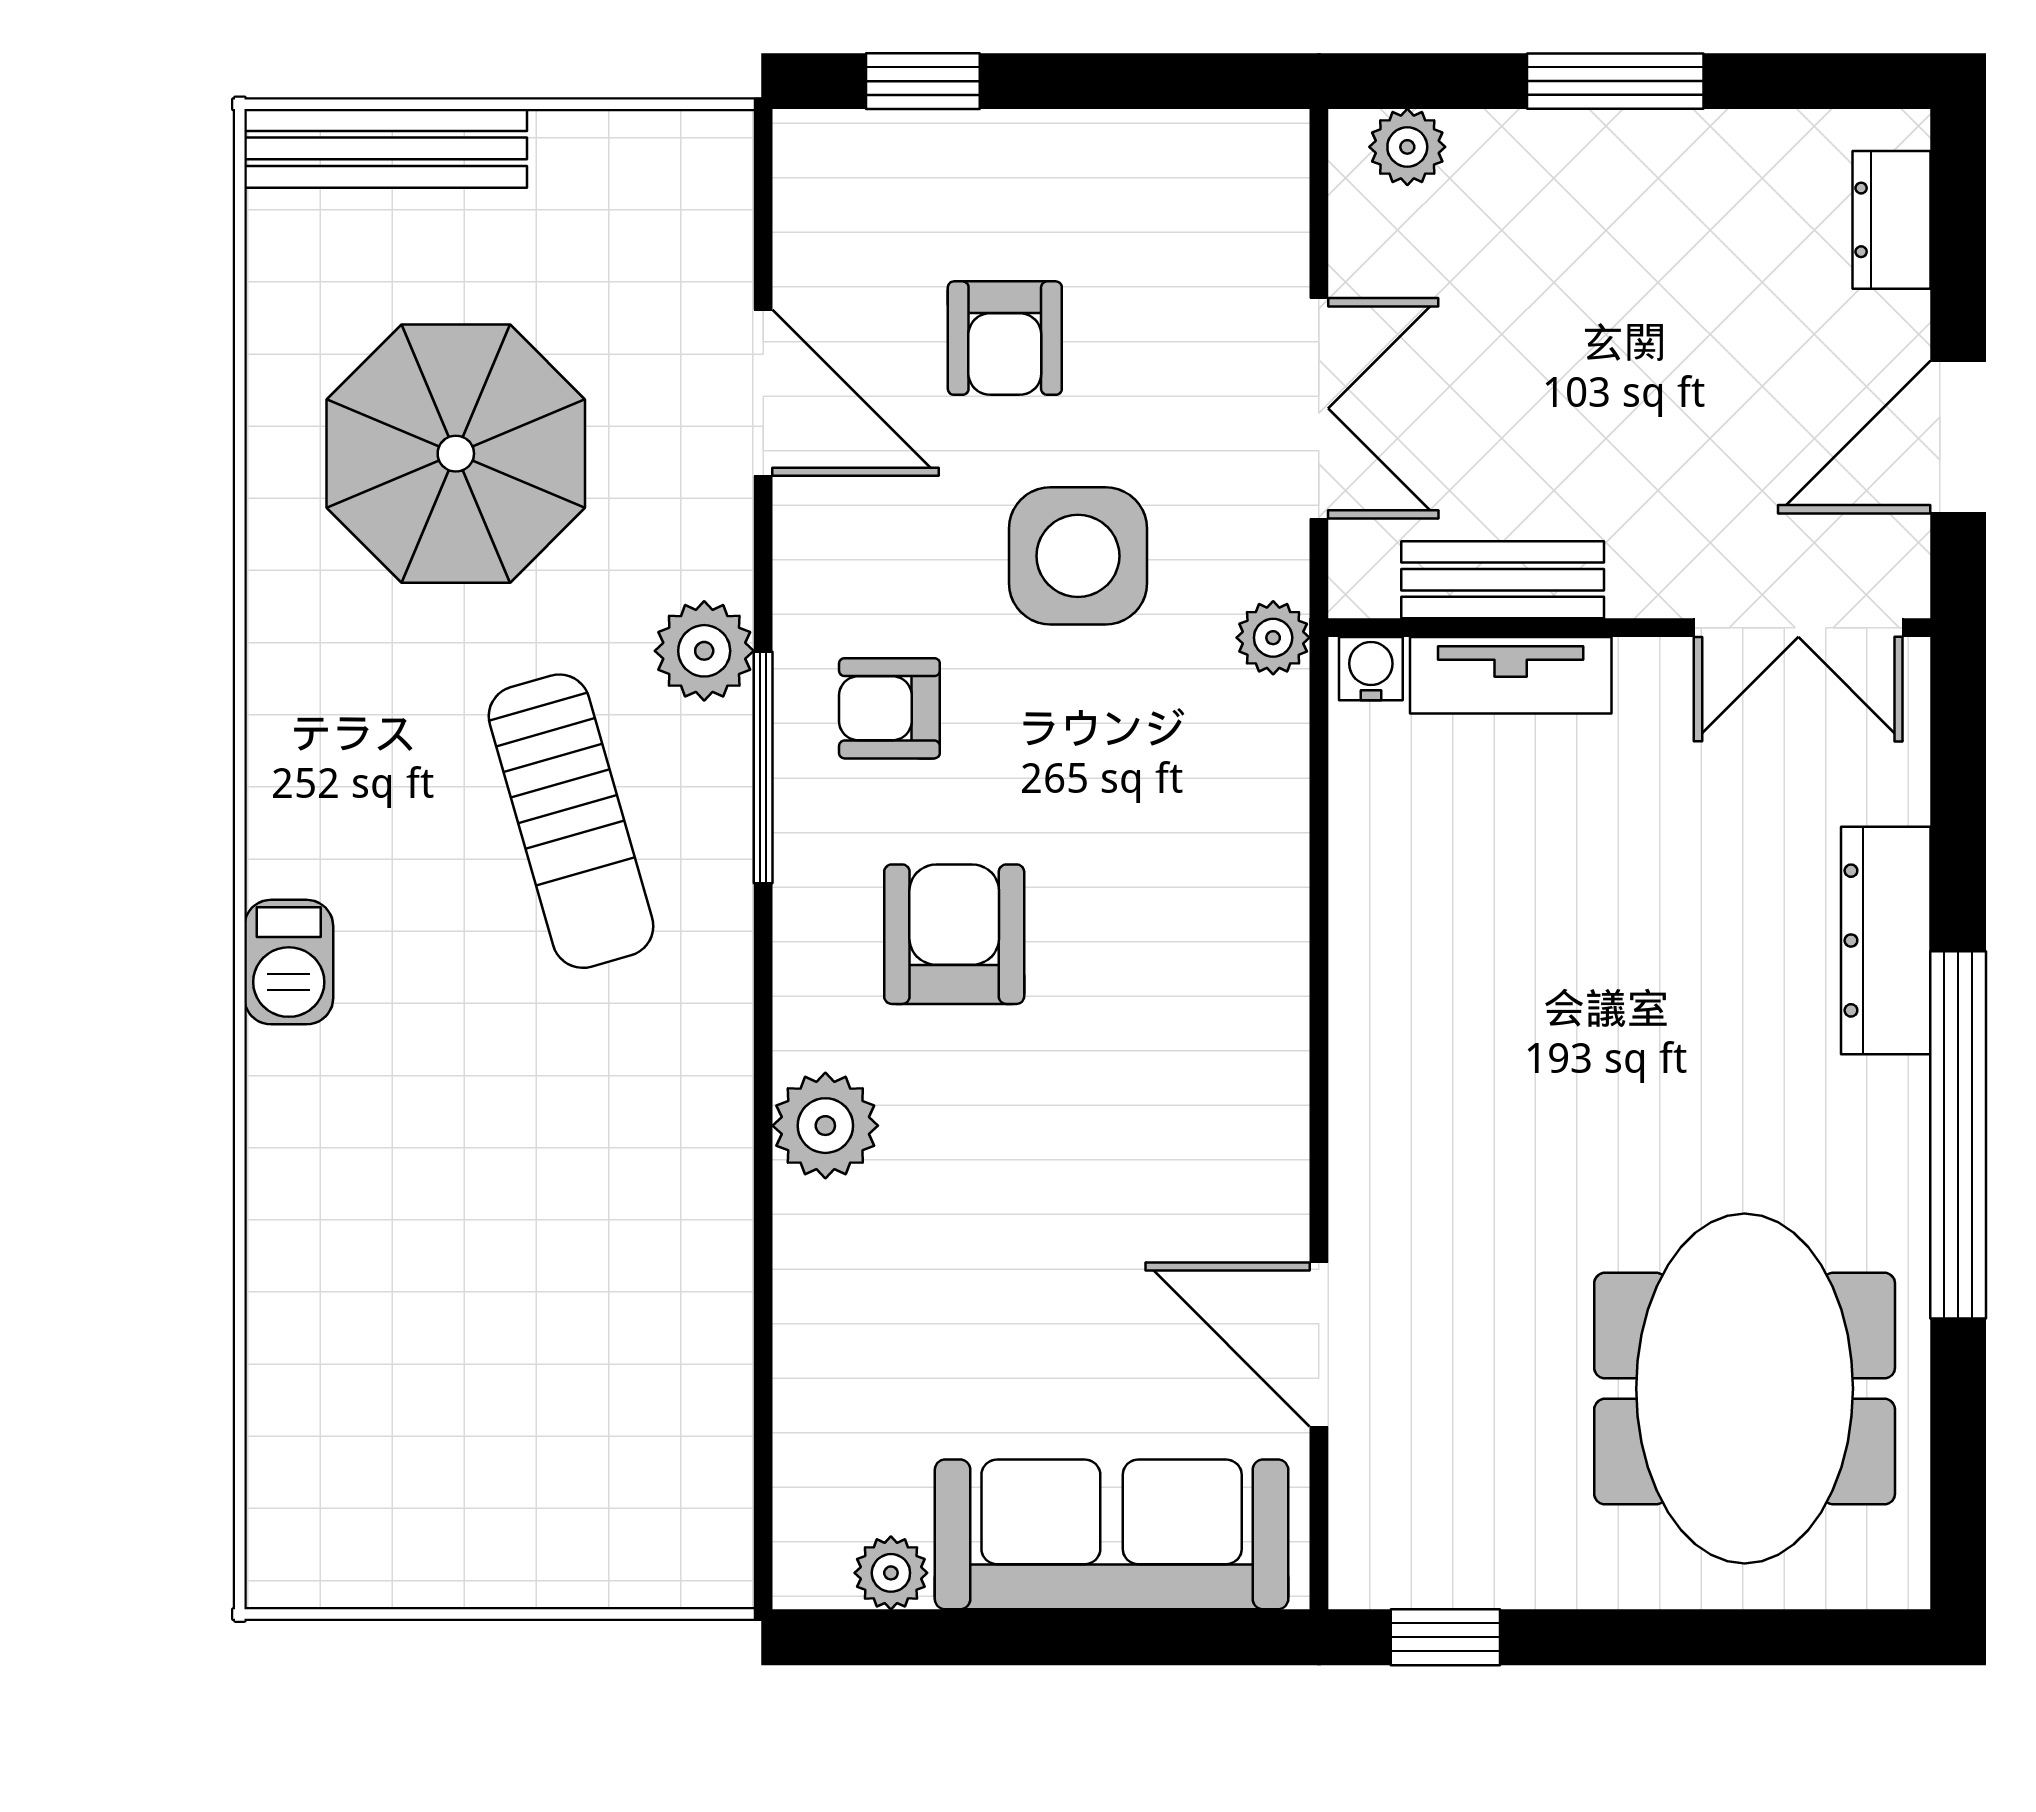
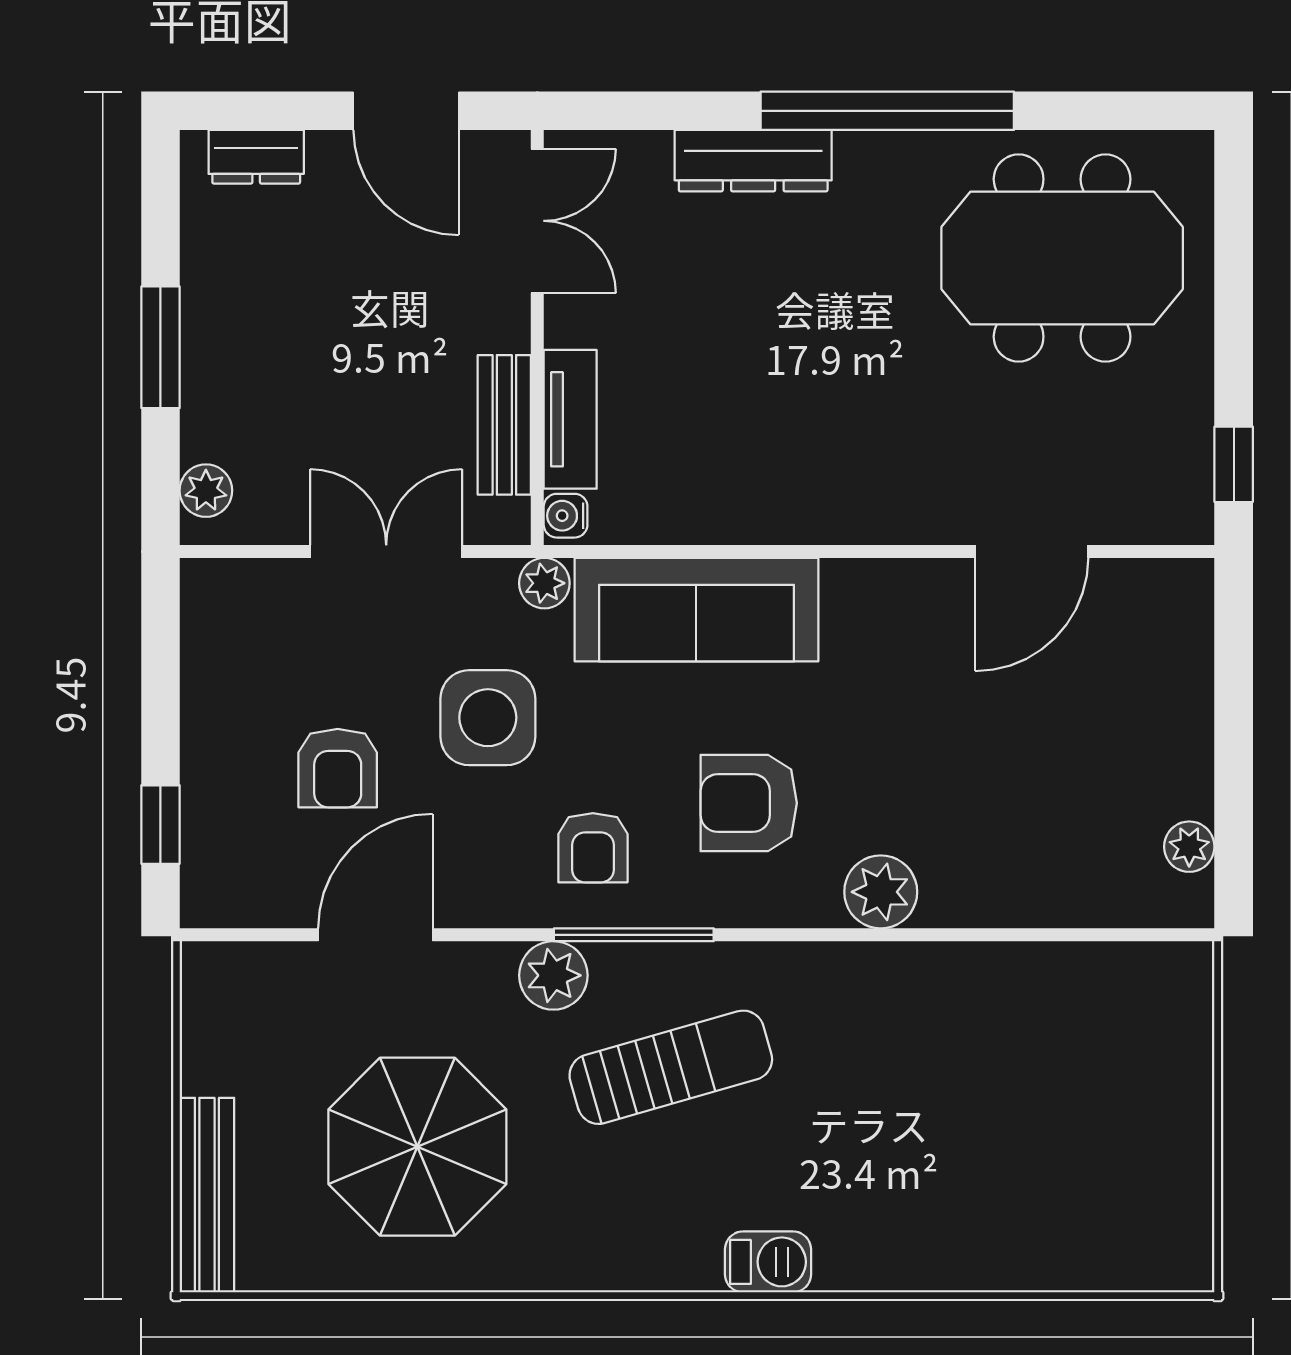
armchair: (1005, 338) -> (338, 768), turned 90
sofa: (1112, 1534) -> (696, 610), moved, turned -90

